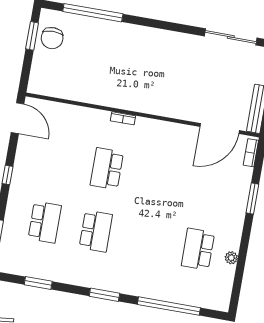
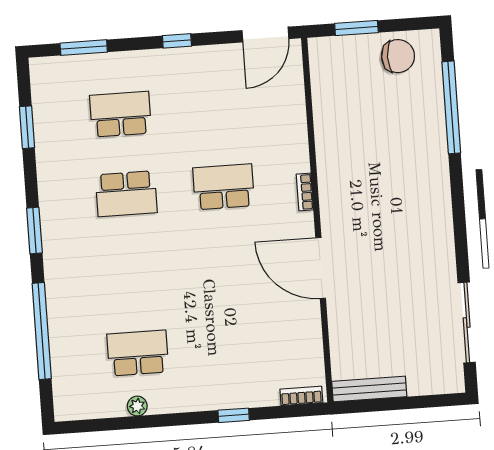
window: (32, 36) -> (356, 28), moved
chair: (52, 38) -> (398, 56), turned 180
door: (220, 129) -> (321, 268), moved
window: (252, 199) -> (234, 415), width x0.67
school desk: (45, 222) -> (121, 114), turned 180

